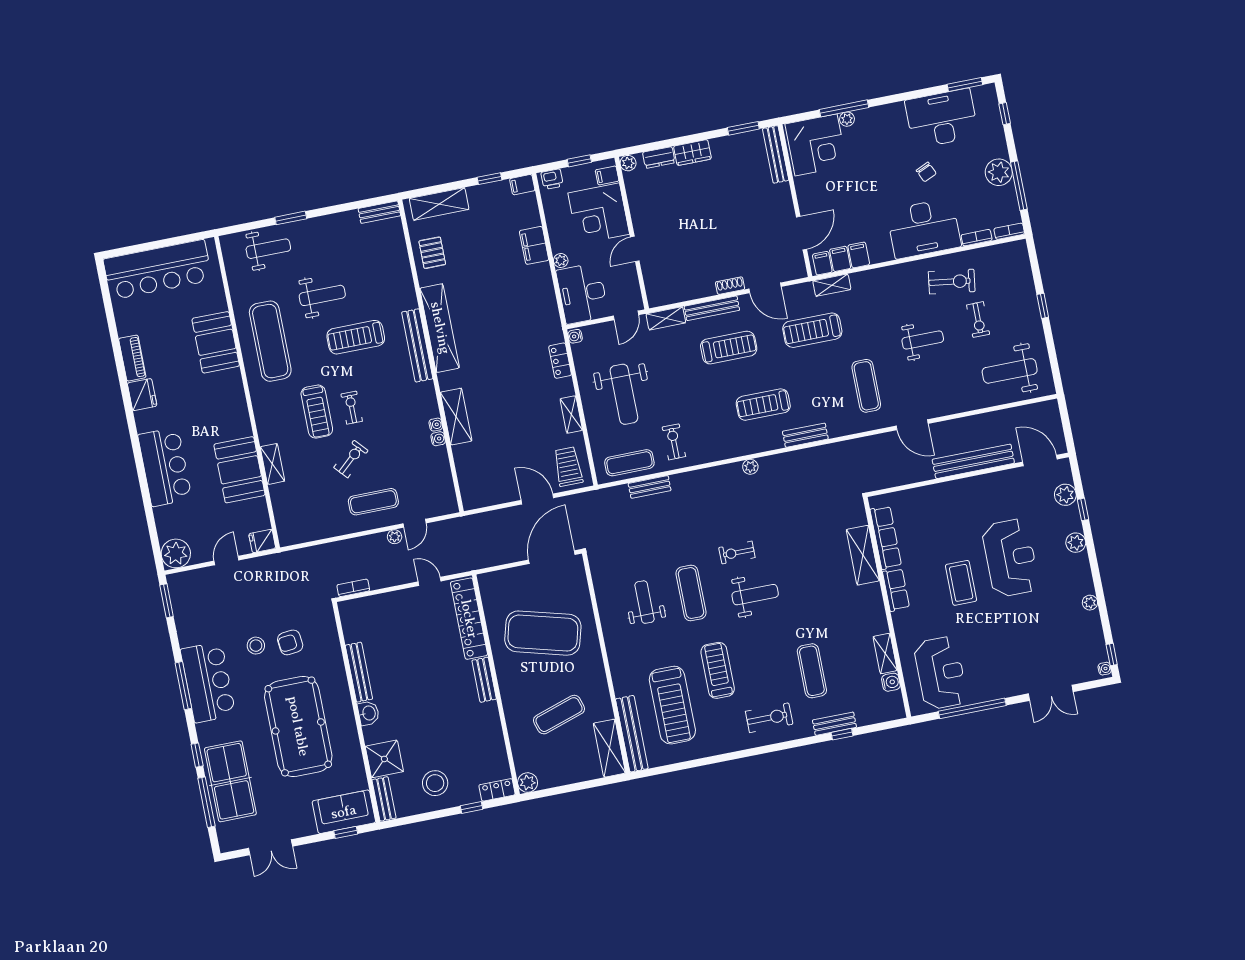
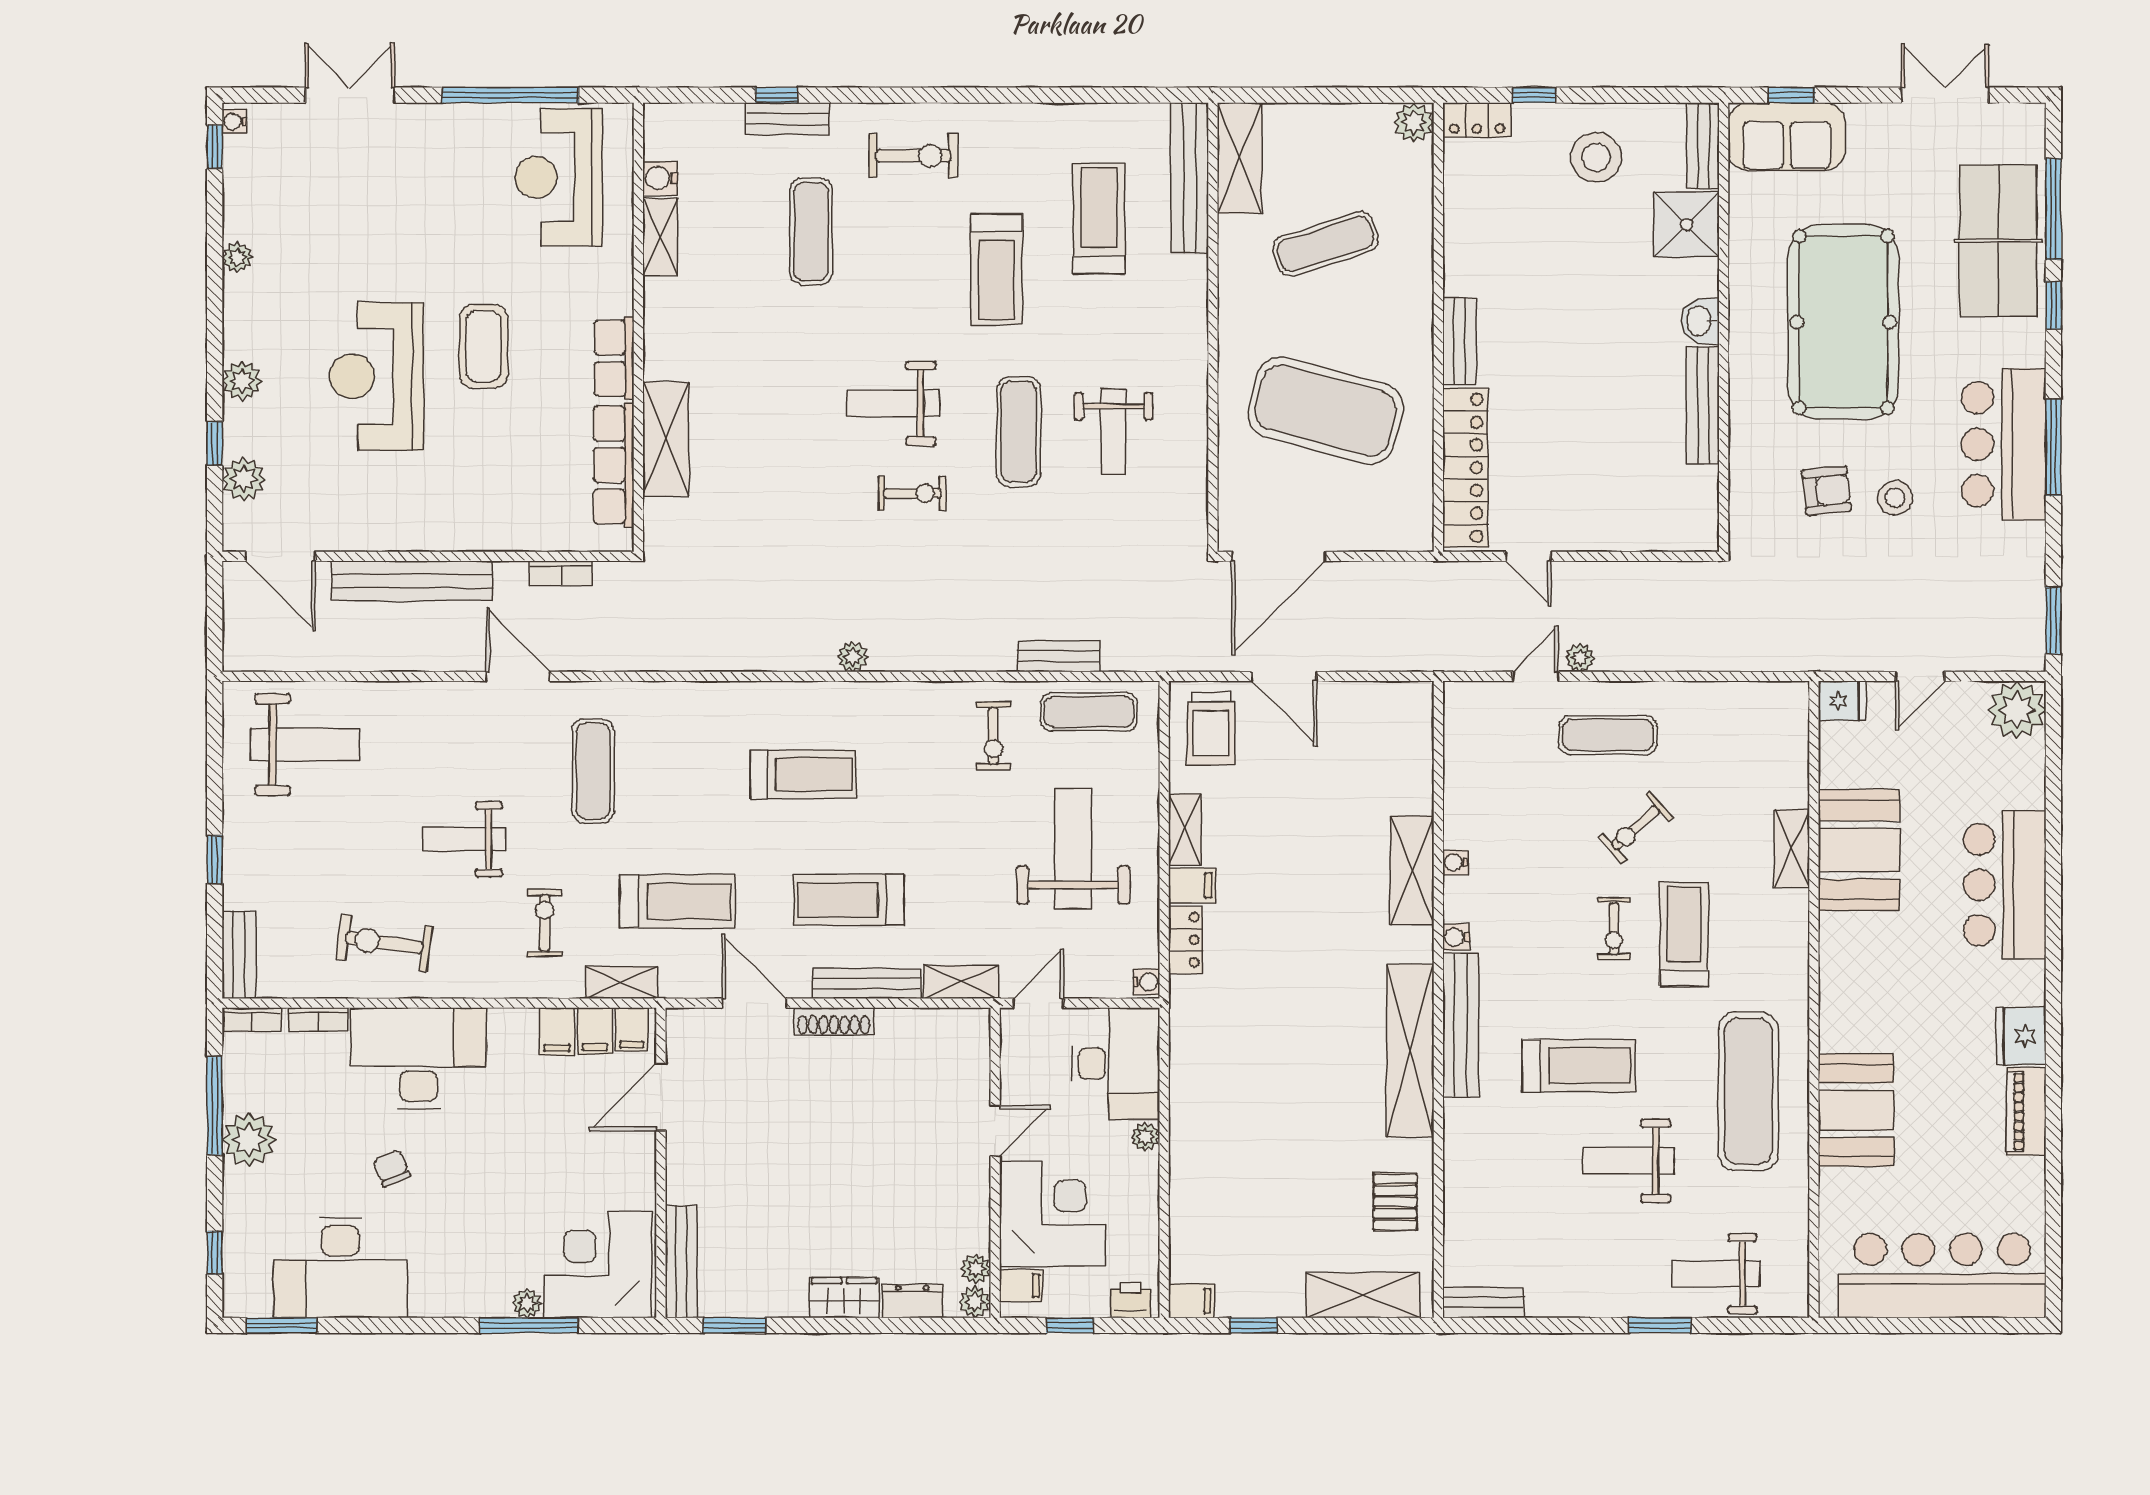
plant: (631, 180) -> (976, 1269), added
filing cabinet: (534, 245) -> (1192, 886), moved, width x0.50
shoe rack: (730, 286) -> (834, 1021), width x1.43
exercise bike: (978, 320) -> (545, 923), moved
bench: (805, 435) -> (239, 955), moved, turned 90
water cooler: (438, 439) -> (1456, 937), moved
bookcase: (353, 588) -> (561, 573), moved
treadmill: (672, 705) -> (1099, 218), width x0.73, depth x0.73
exercise bike: (769, 718) -> (913, 156), turned 180

